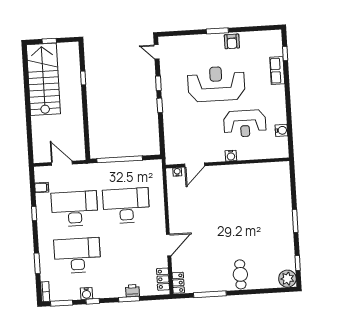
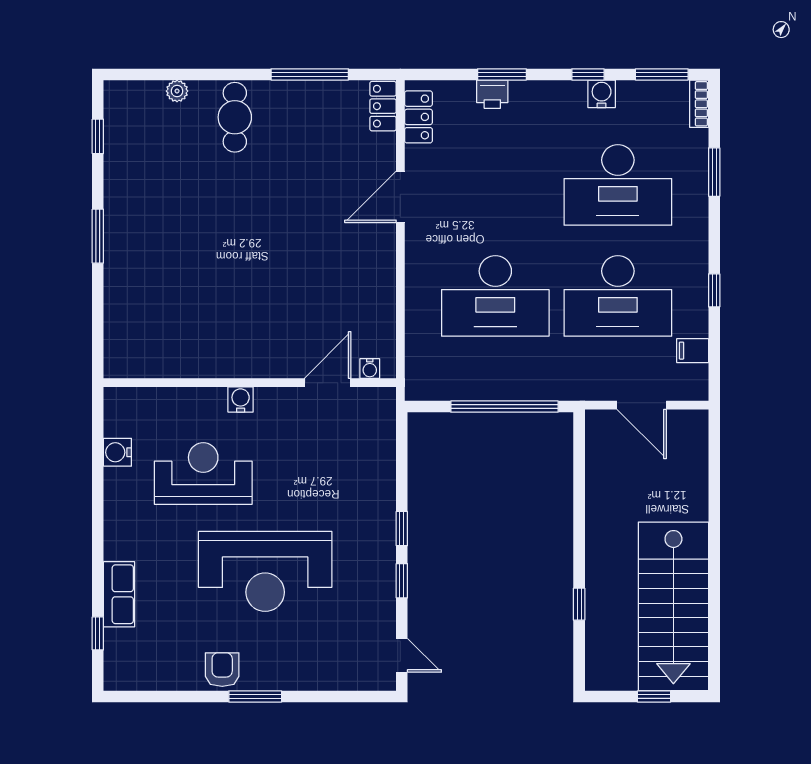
plant: (287, 279) -> (177, 91), moved, width x0.53, depth x0.53

